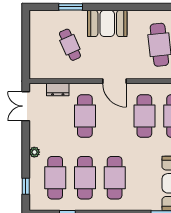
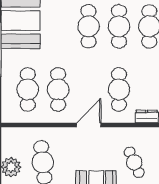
door: (114, 81) -> (89, 125), hinge flipped

